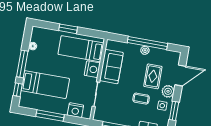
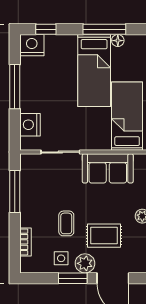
window: (22, 64) -> (104, 29), moved
nightstand: (92, 69) -> (32, 45), moved, turned 180
bed: (45, 85) -> (94, 71), moved
window: (174, 111) -> (73, 278), moved

